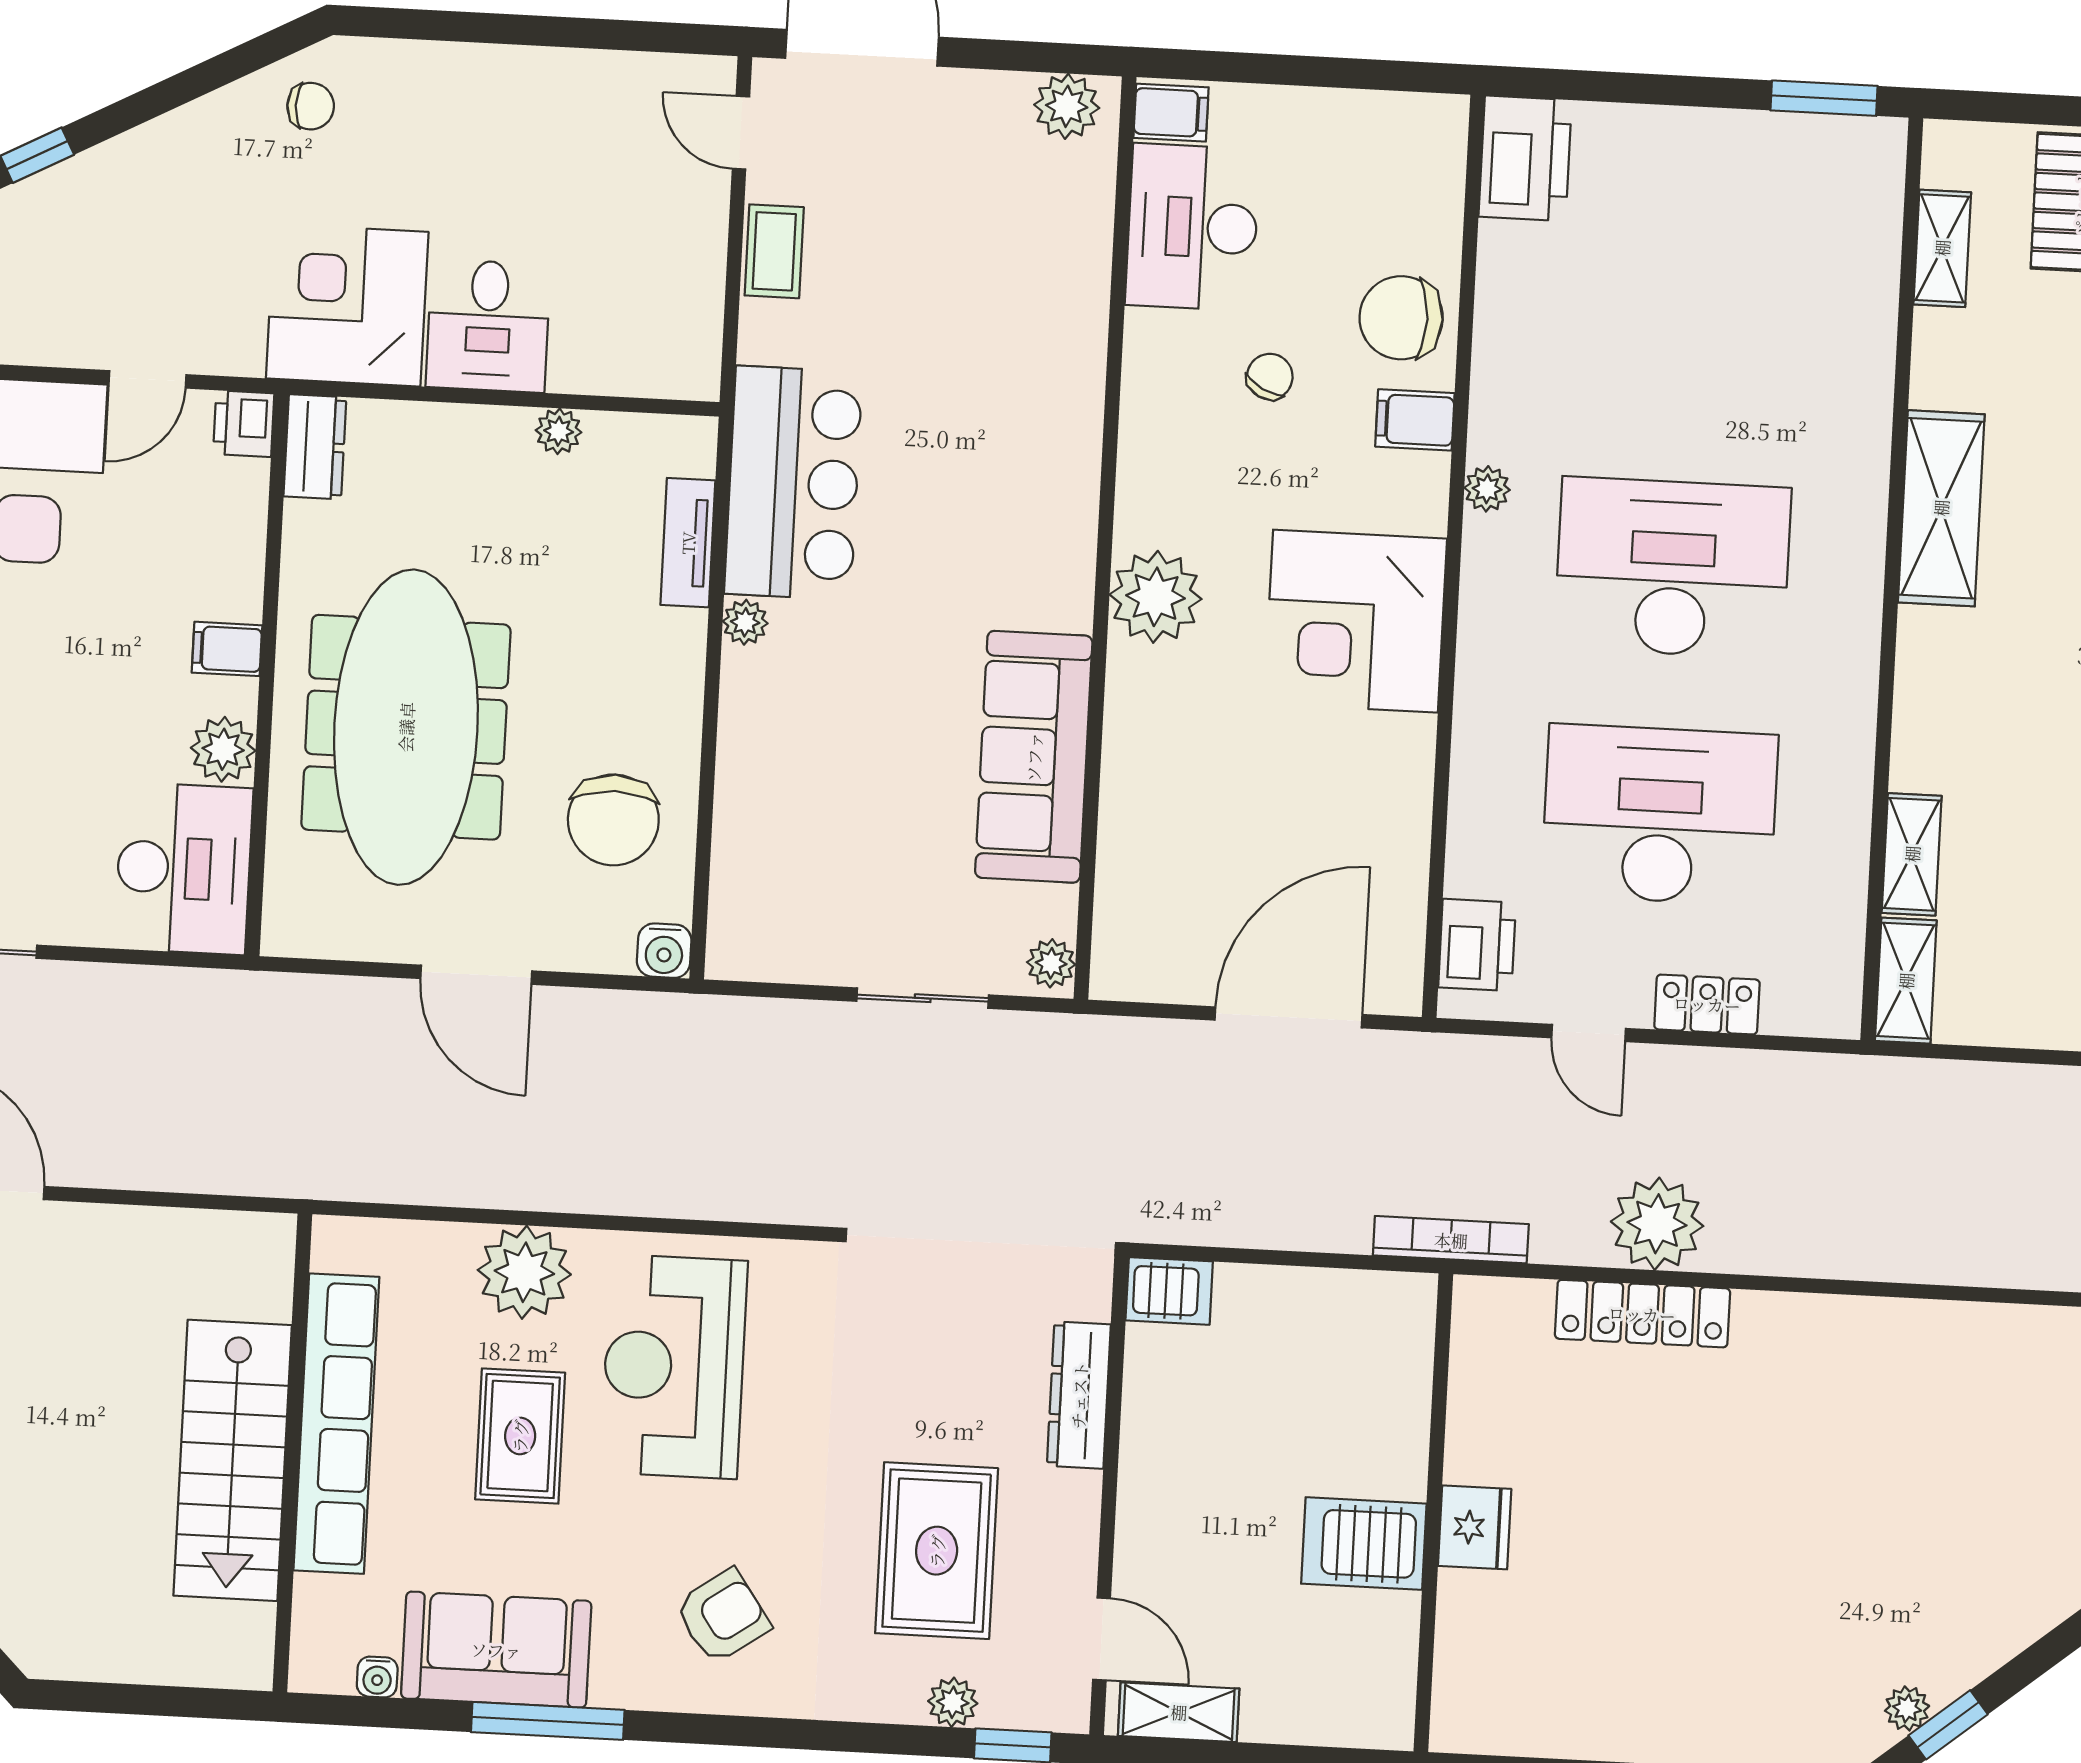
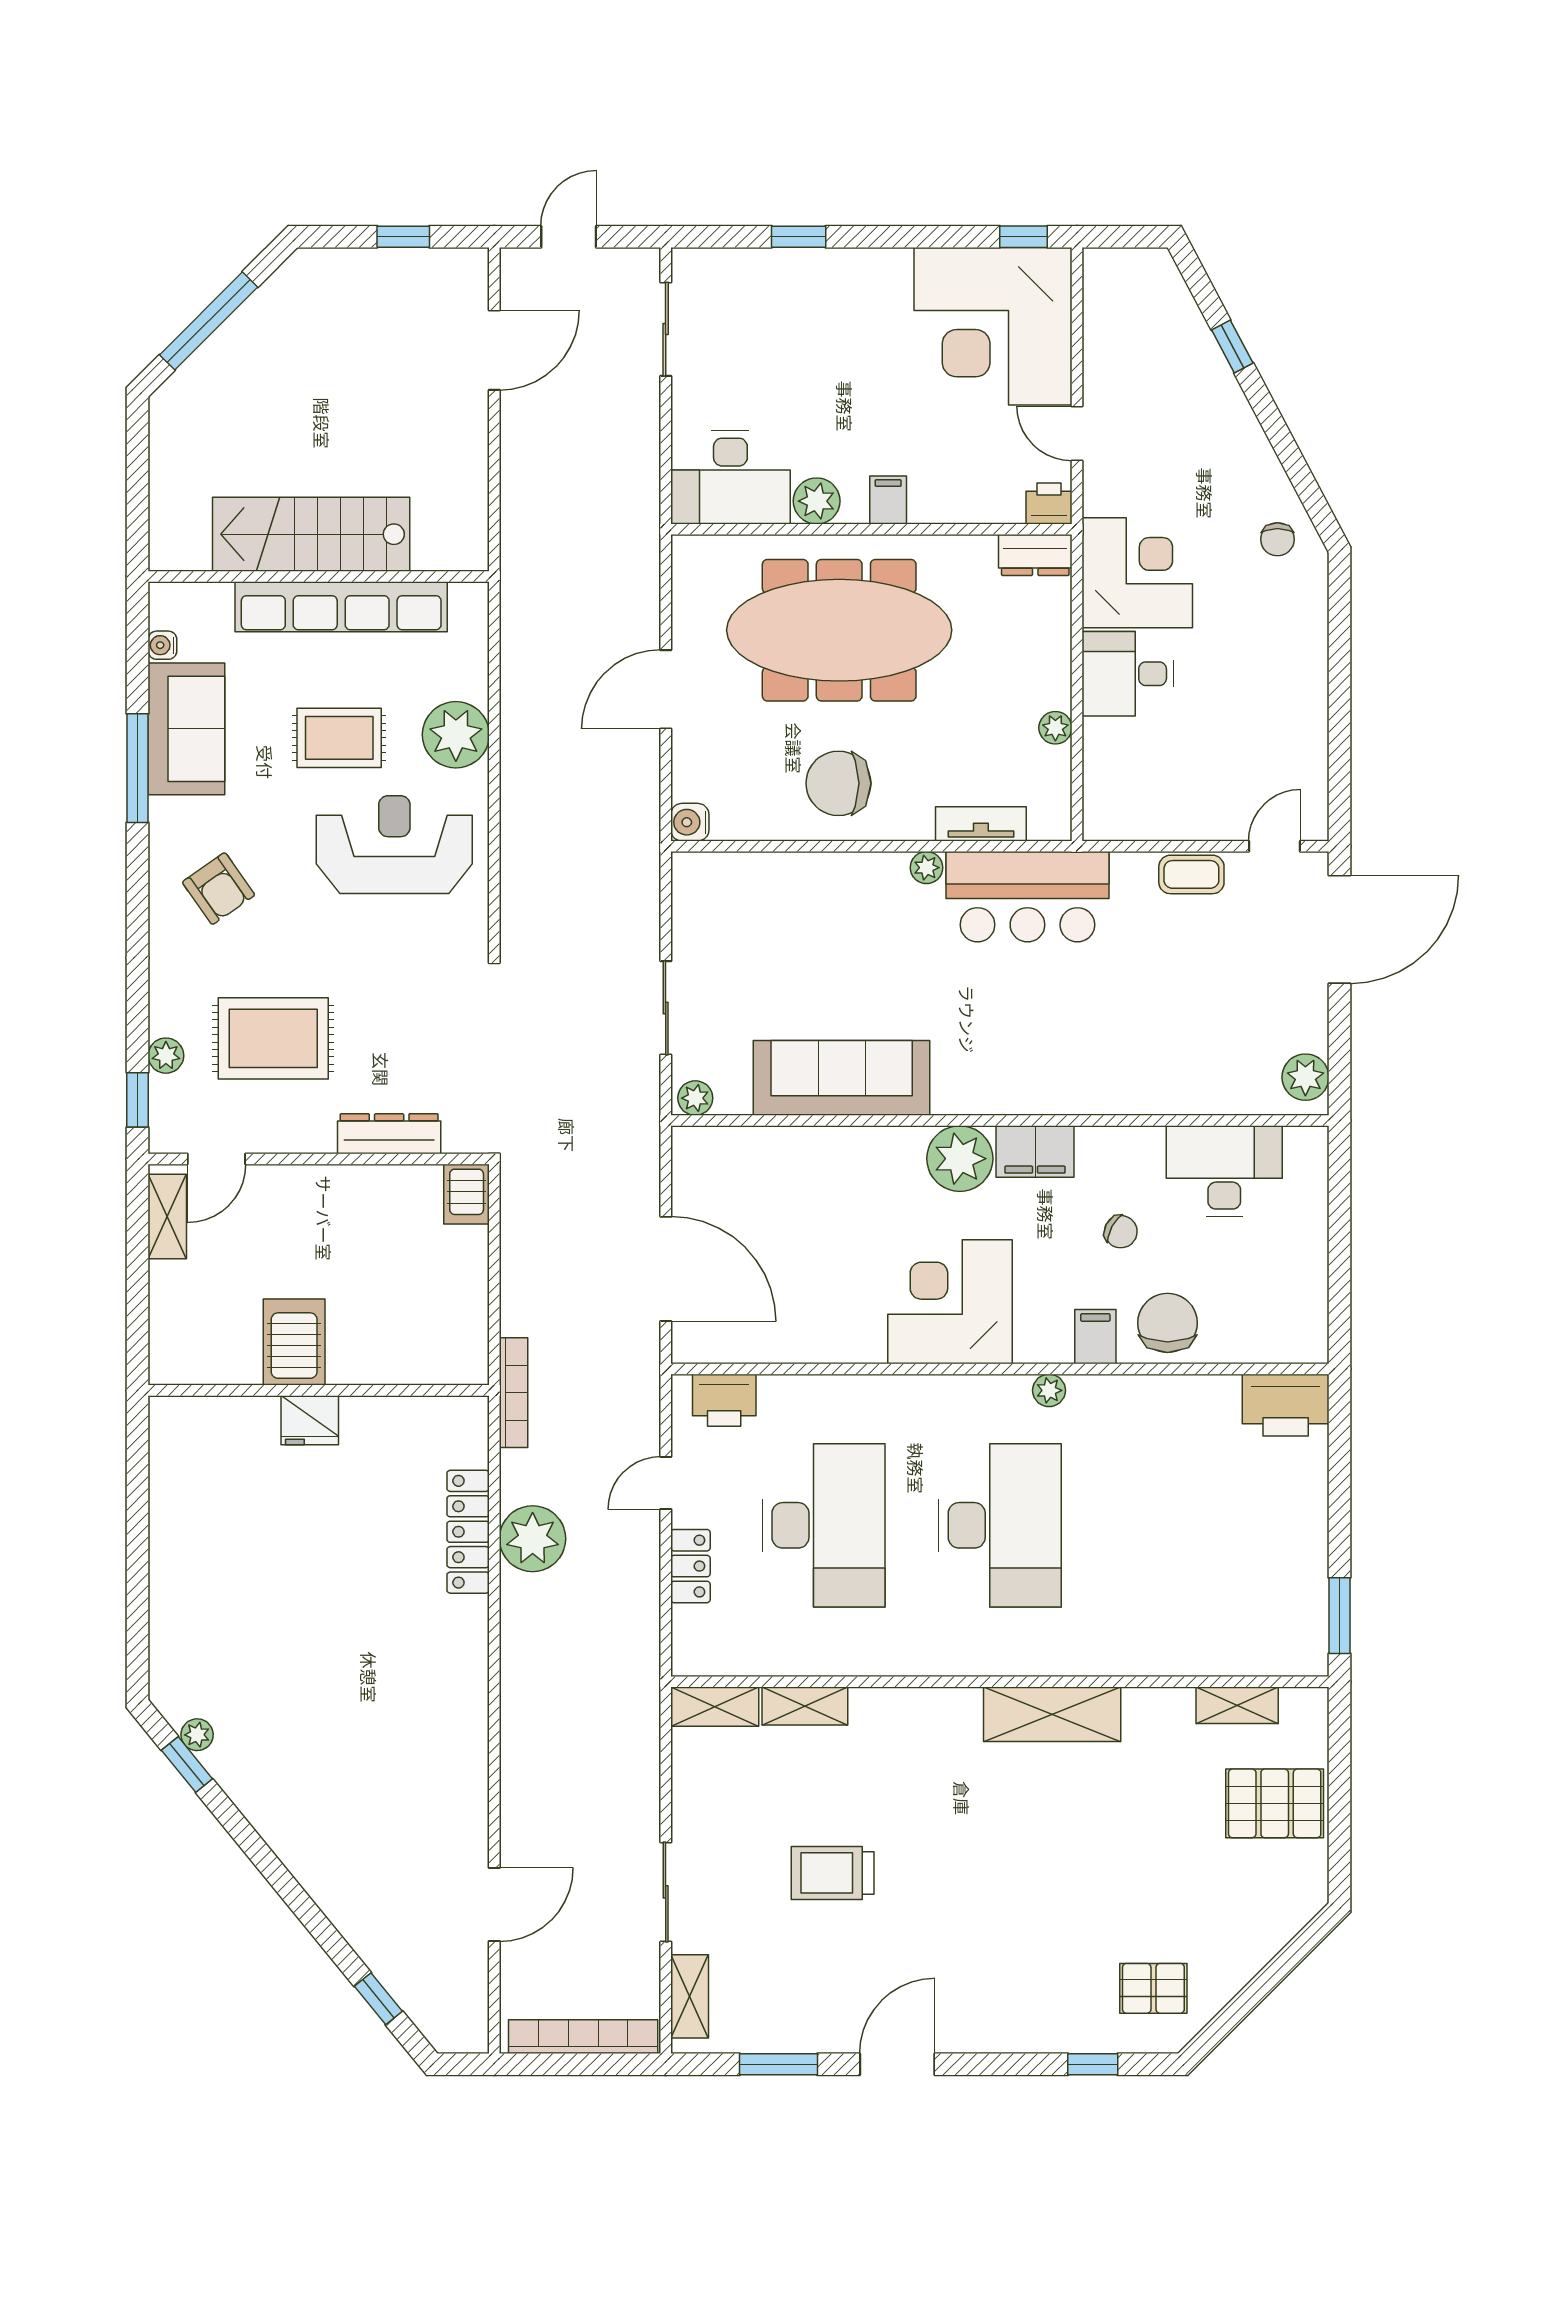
filing cabinet: (1171, 113) -> (1035, 1152), moved, width x2.00
chair: (613, 820) -> (838, 783), moved

